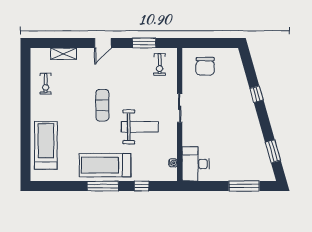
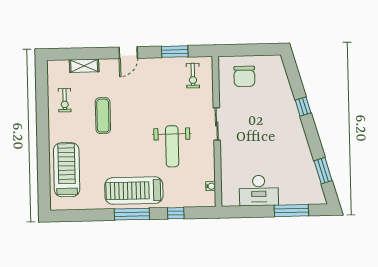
exercise mat: (102, 105) -> (103, 116), moved
weight bench: (140, 127) -> (172, 146), turned 90
desk: (196, 164) -> (259, 191), moved, turned -90

